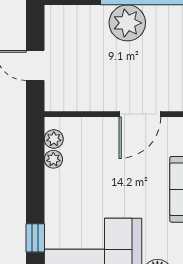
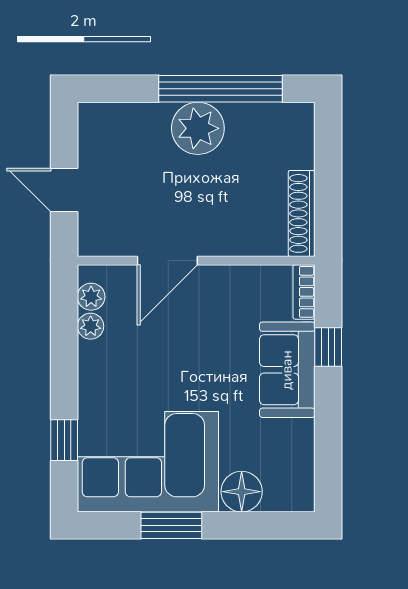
door: (140, 114) -> (167, 261), moved

